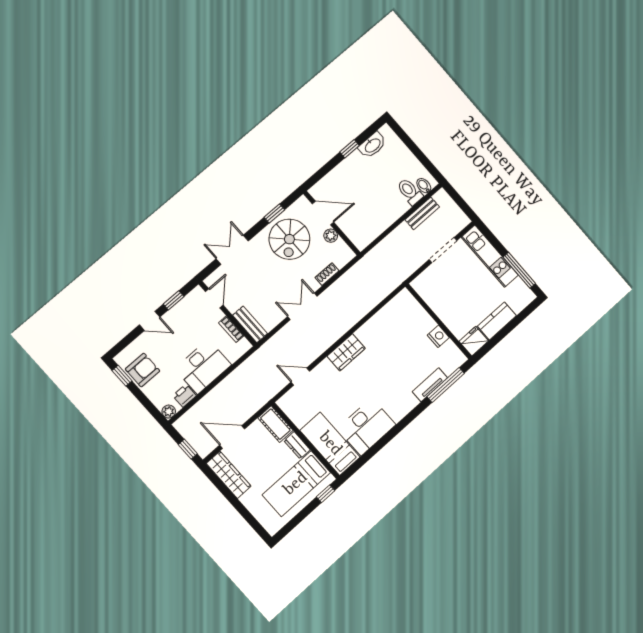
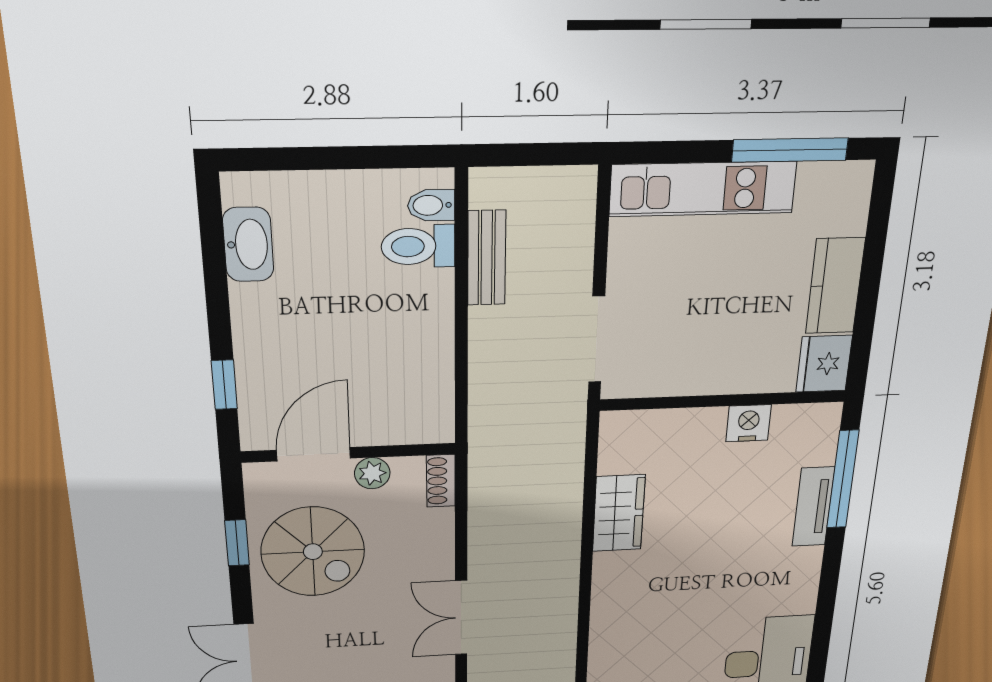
window: (349, 149) -> (224, 385), moved
doorway: (443, 250) -> (597, 340), moved
shoe rack: (327, 274) -> (441, 481), moved
wardrobe: (346, 352) -> (619, 513), moved

